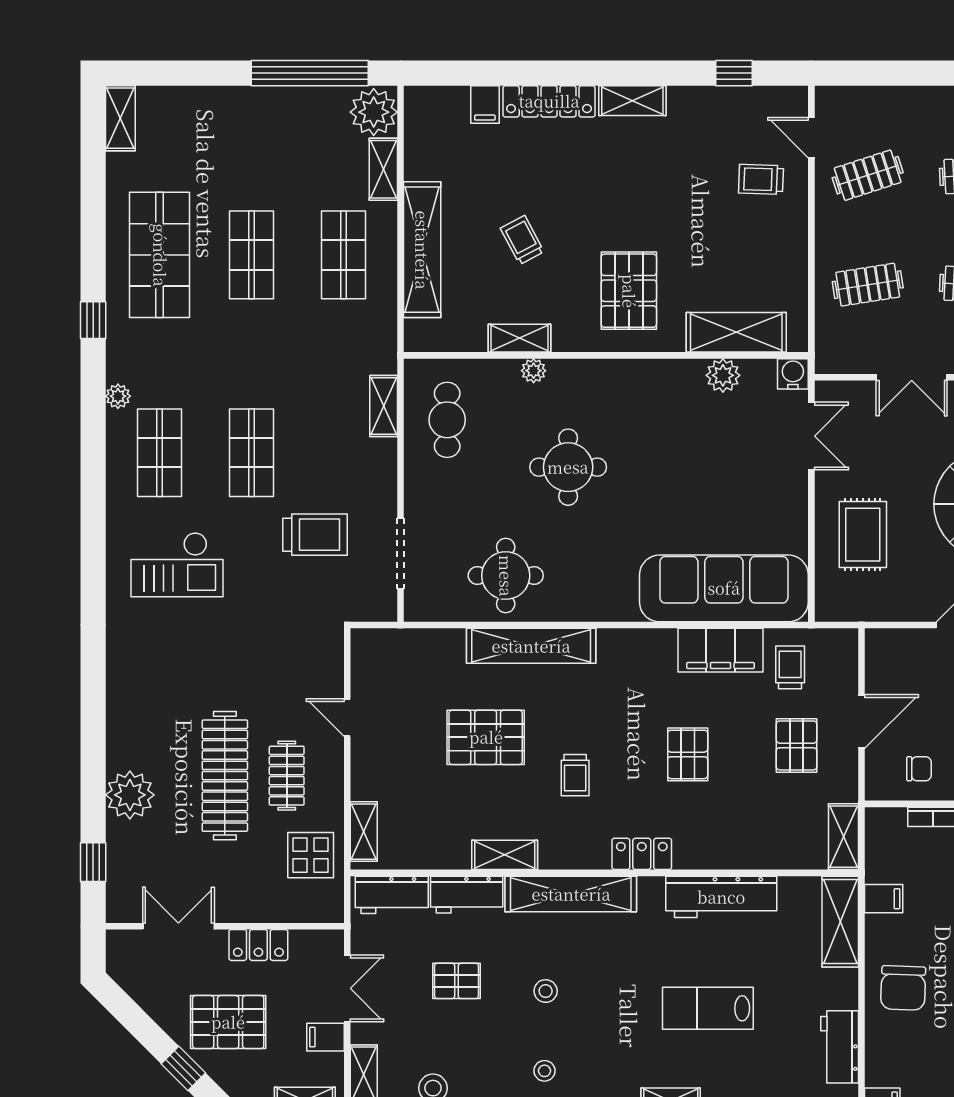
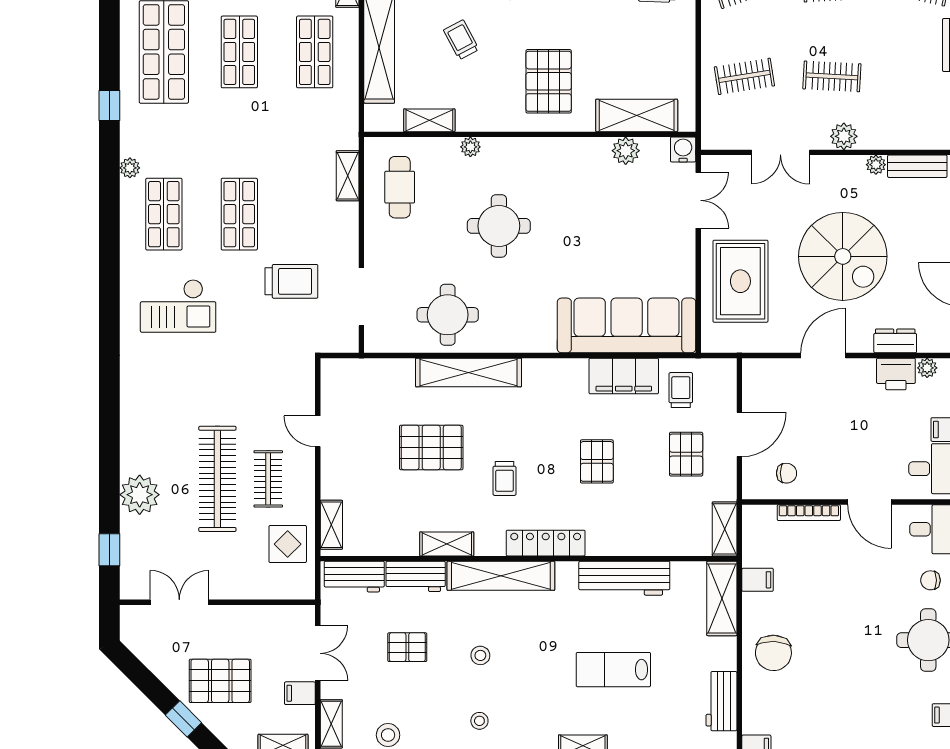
shelving: (520, 338) -> (429, 120), moved
rug: (863, 535) -> (740, 281), width x1.36, depth x1.43
locker: (642, 854) -> (546, 543), width x1.53
locker: (258, 945) -> (245, 618), removed

